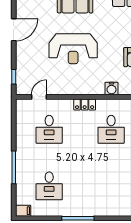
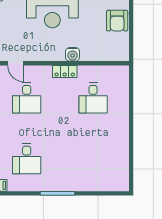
water cooler: (112, 89) -> (73, 54), moved
door: (39, 97) -> (16, 63), swing flipped

